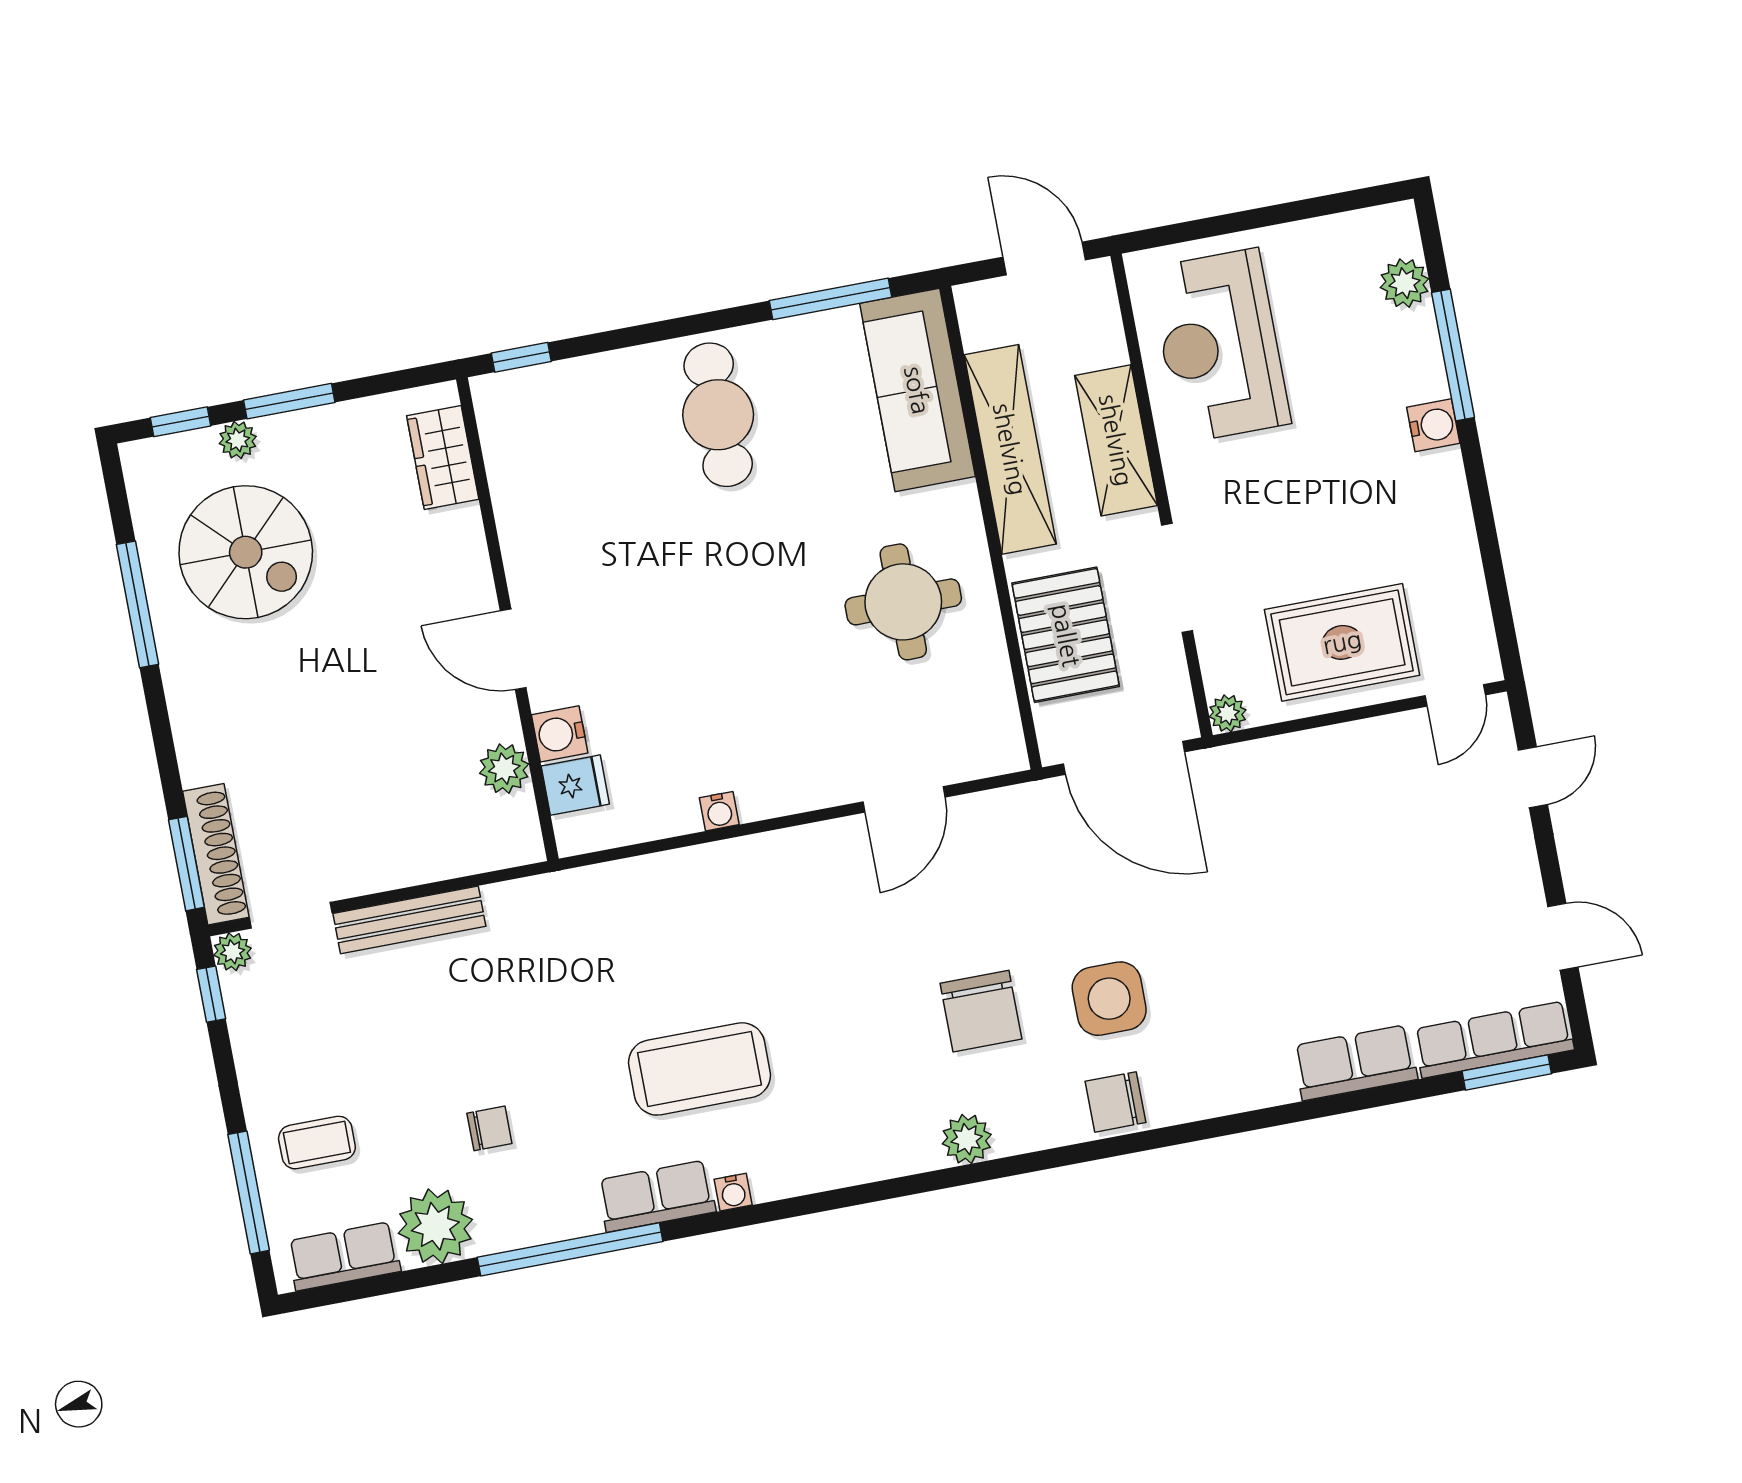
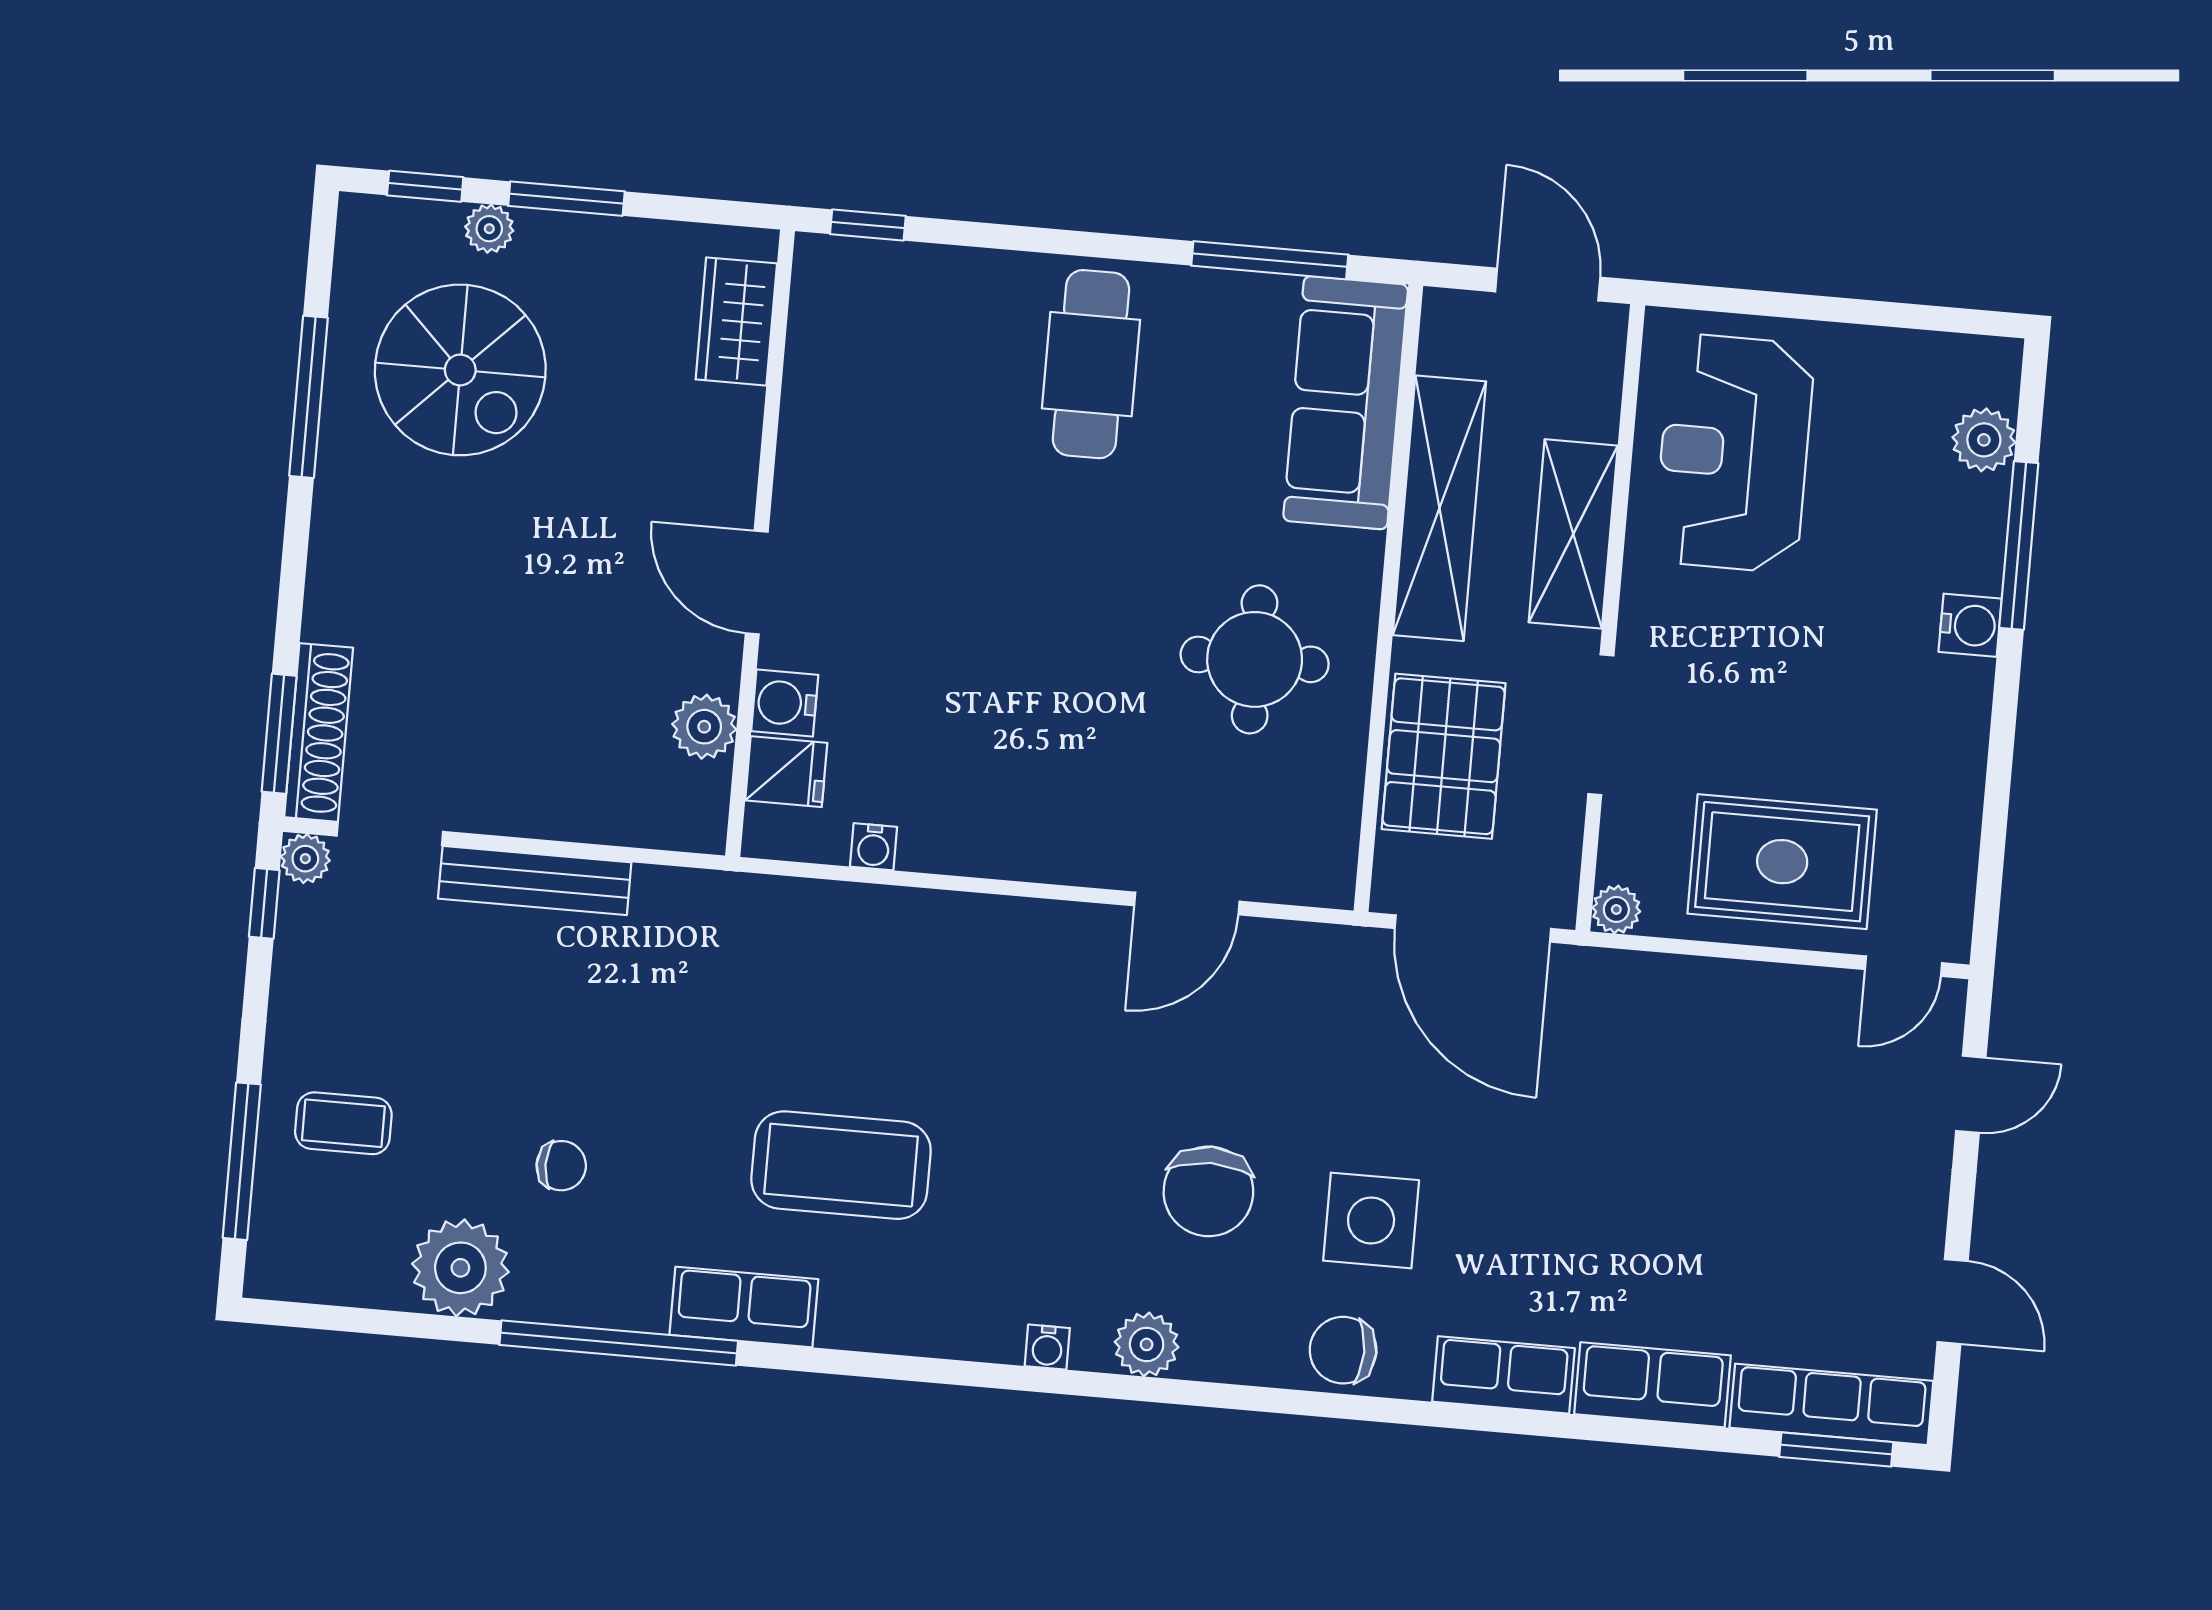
water cooler: (719, 811) -> (874, 847), moved
water cooler: (733, 1192) -> (1047, 1347), moved
row of seats: (344, 1256) -> (1503, 1375), moved

